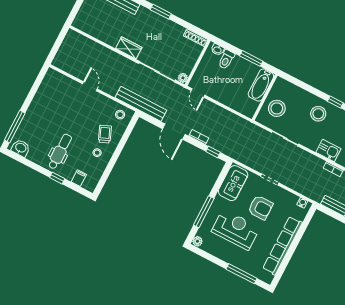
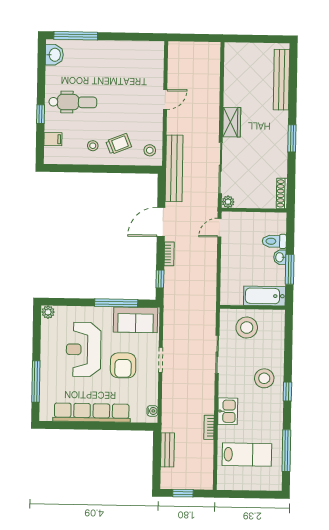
washbasin: (217, 50) -> (280, 257), moved
window: (204, 212) -> (116, 303), moved
reception desk: (236, 229) -> (84, 349), turned 180

